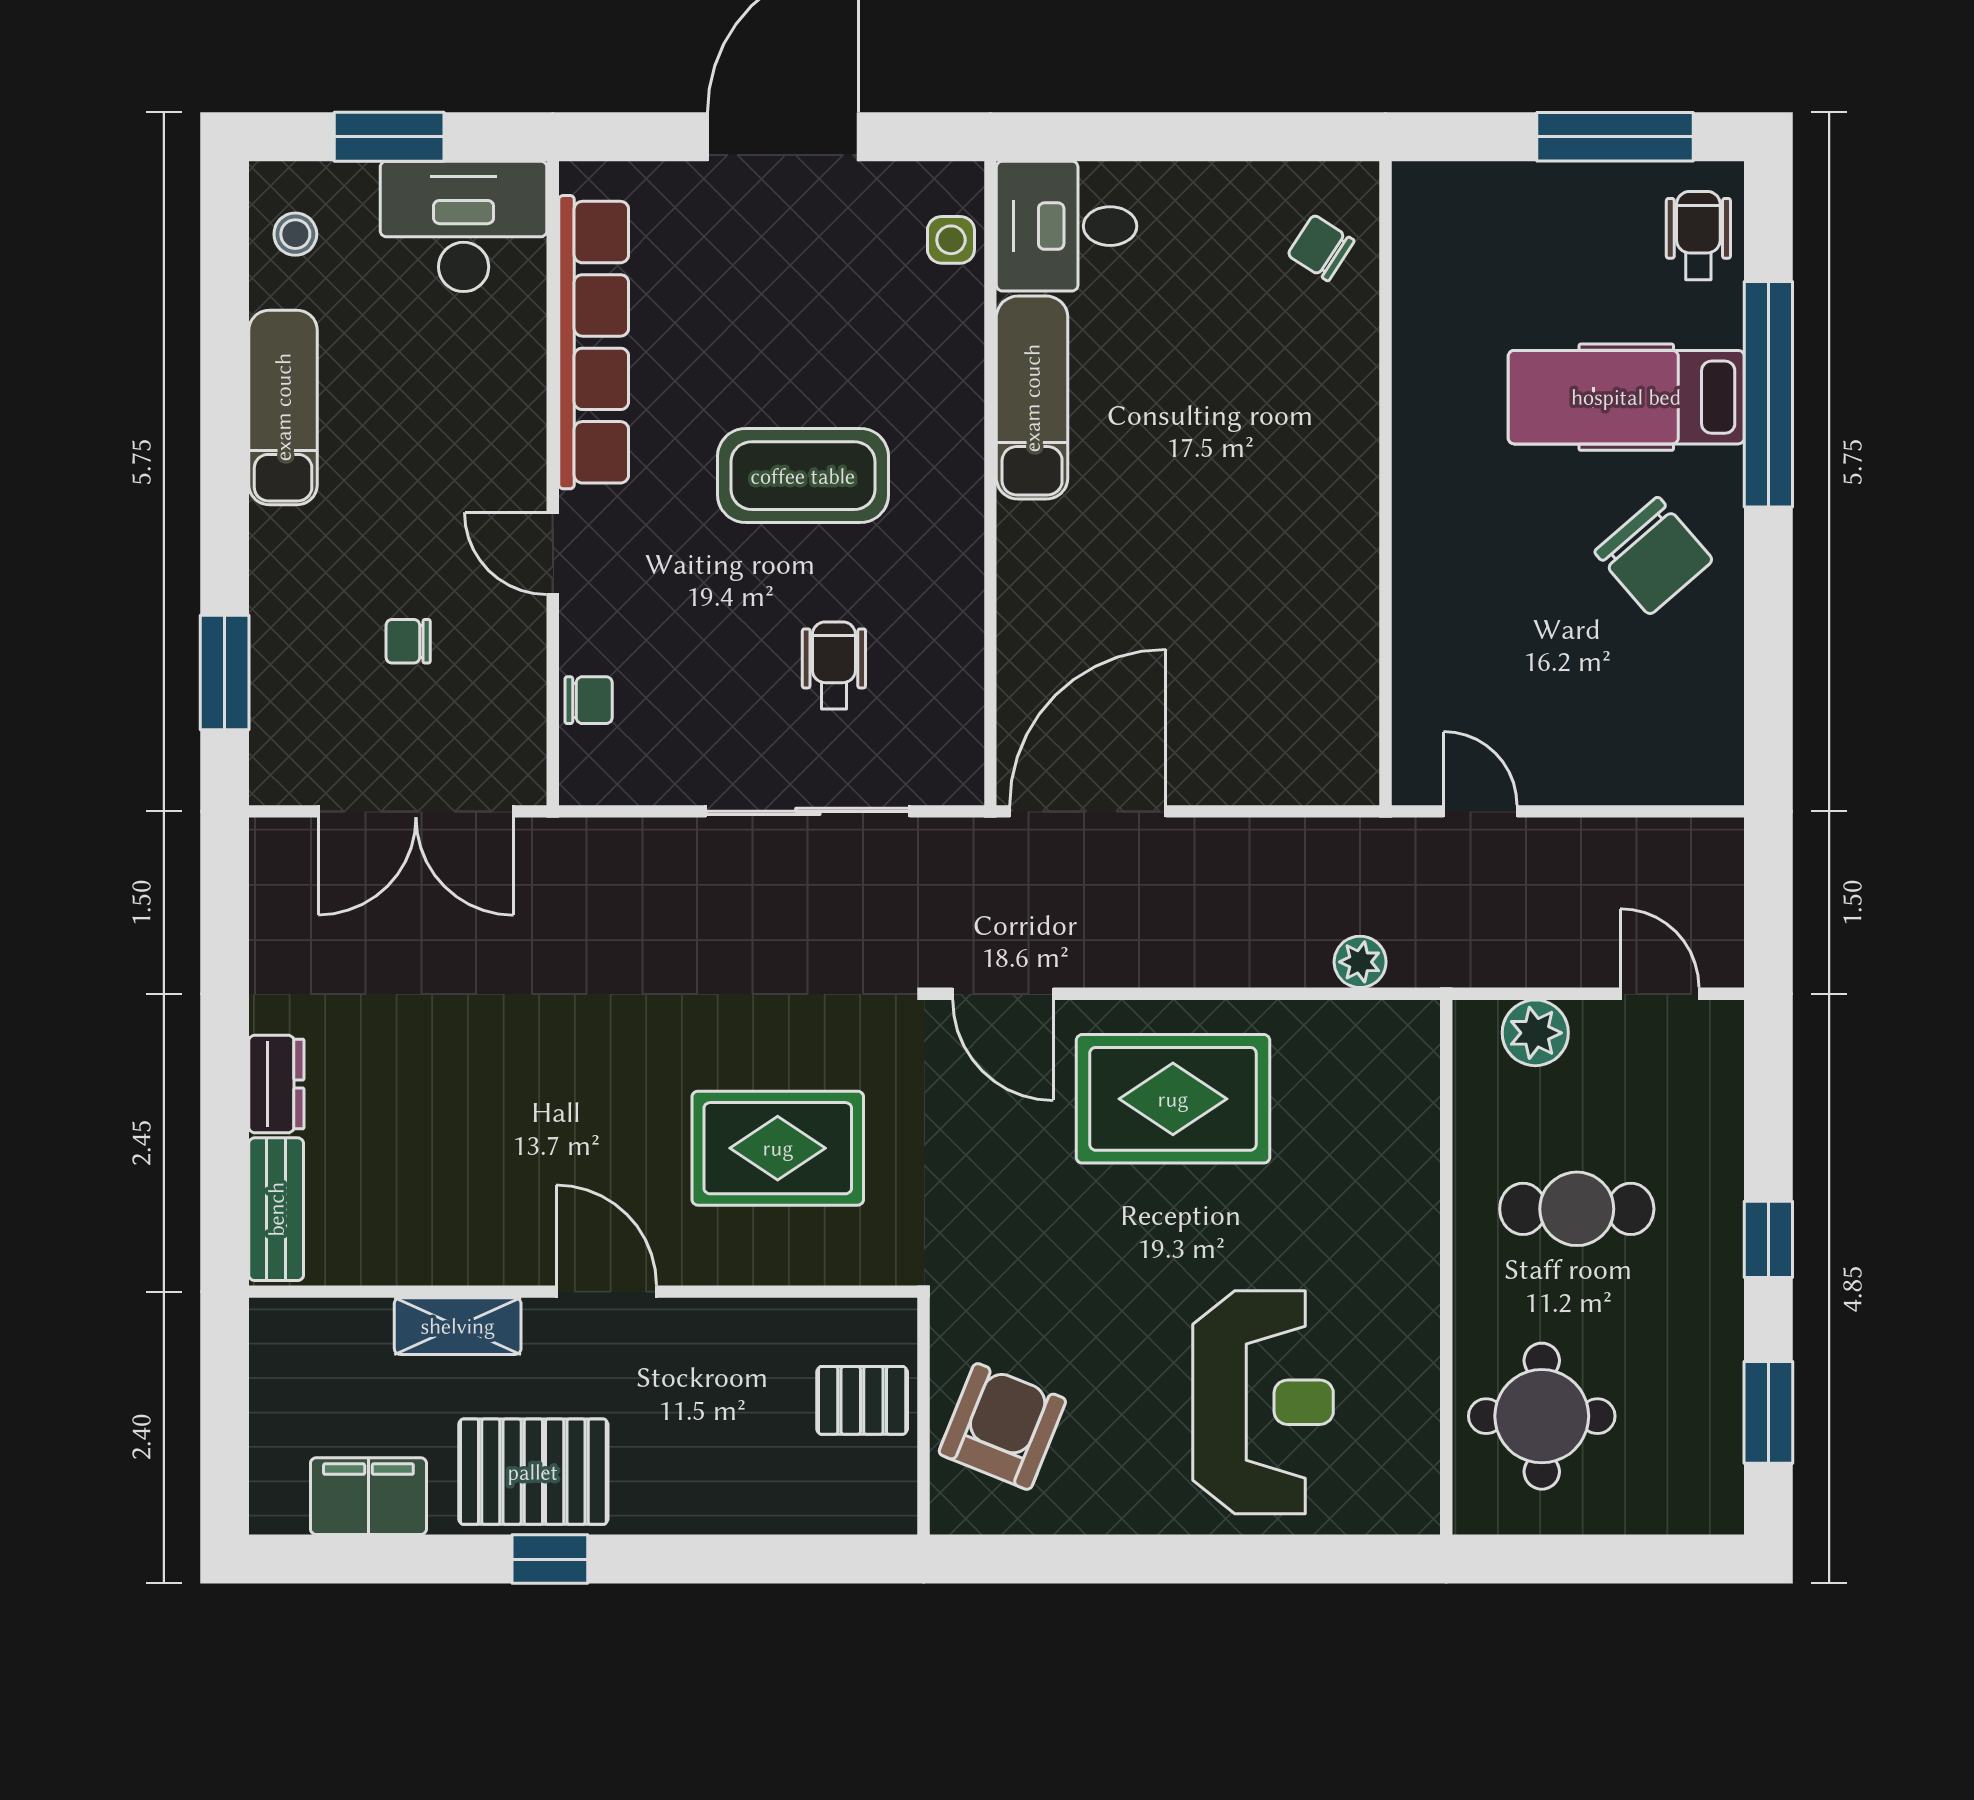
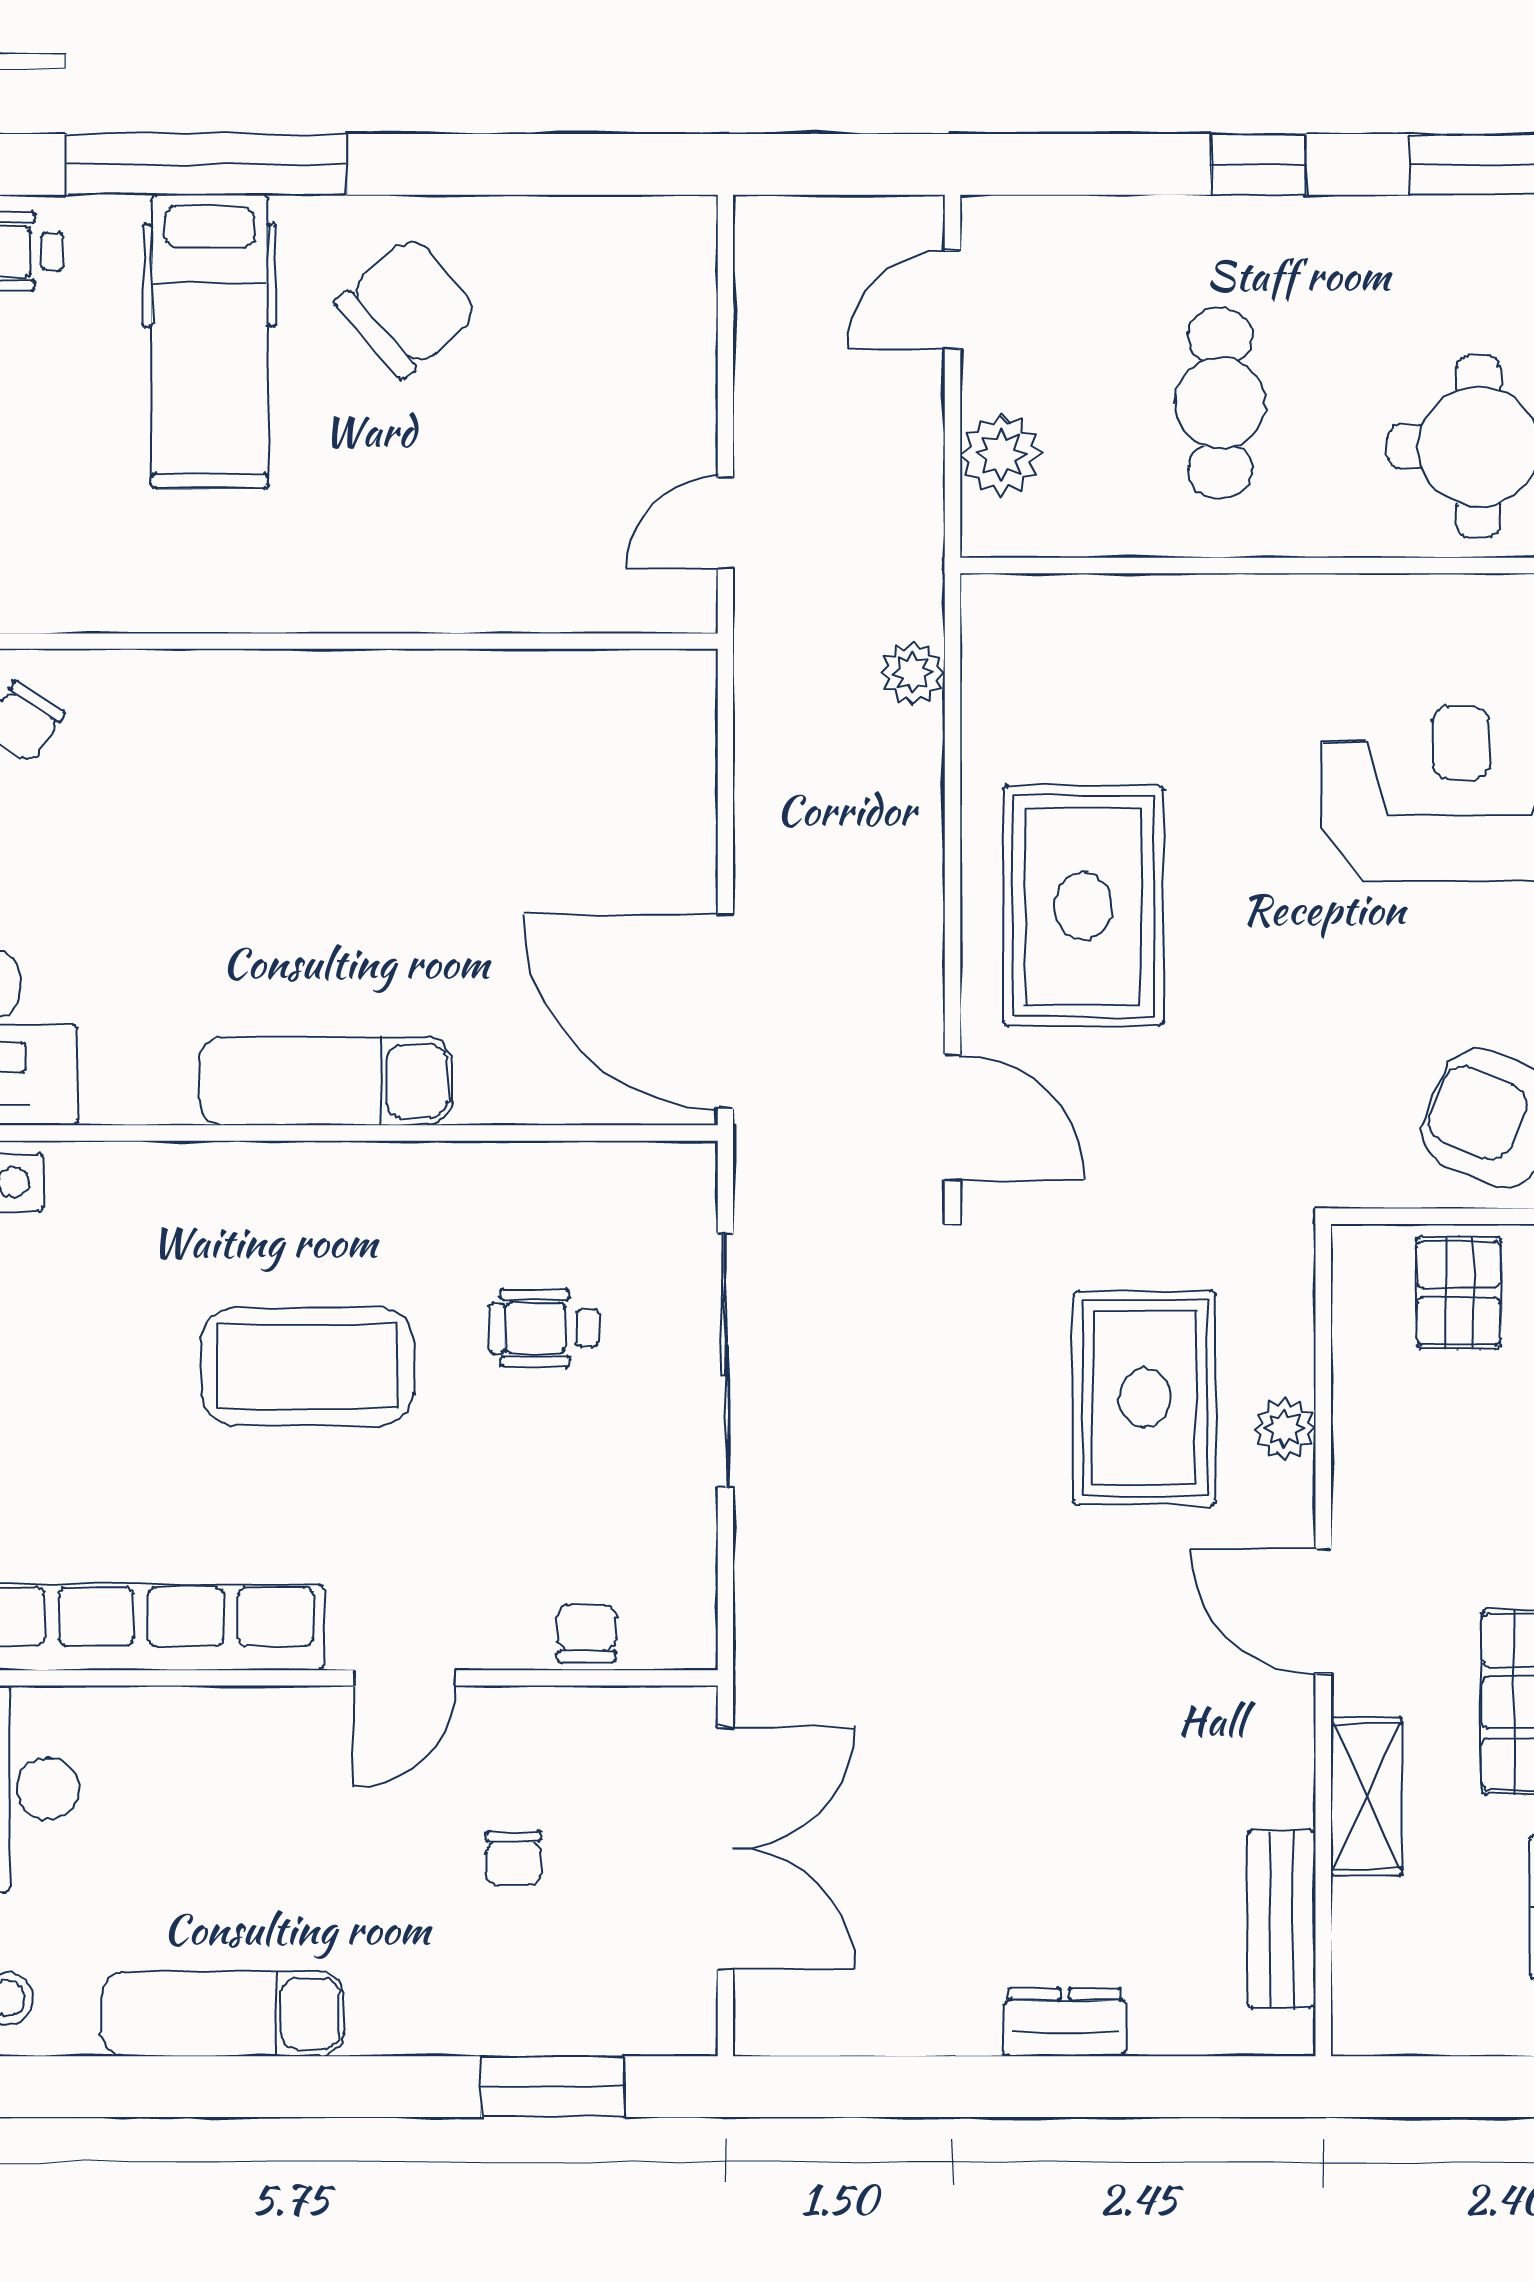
exam couch: (1032, 398) -> (325, 1081), moved
coffee table: (803, 476) -> (307, 1366), turned 90
door: (1003, 994) -> (952, 1118), hinge flipped
bench: (276, 1209) -> (1282, 1919), moved, turned 90
plant: (753, 1261) -> (1285, 1429), added
door: (606, 1292) -> (1323, 1611), hinge flipped

